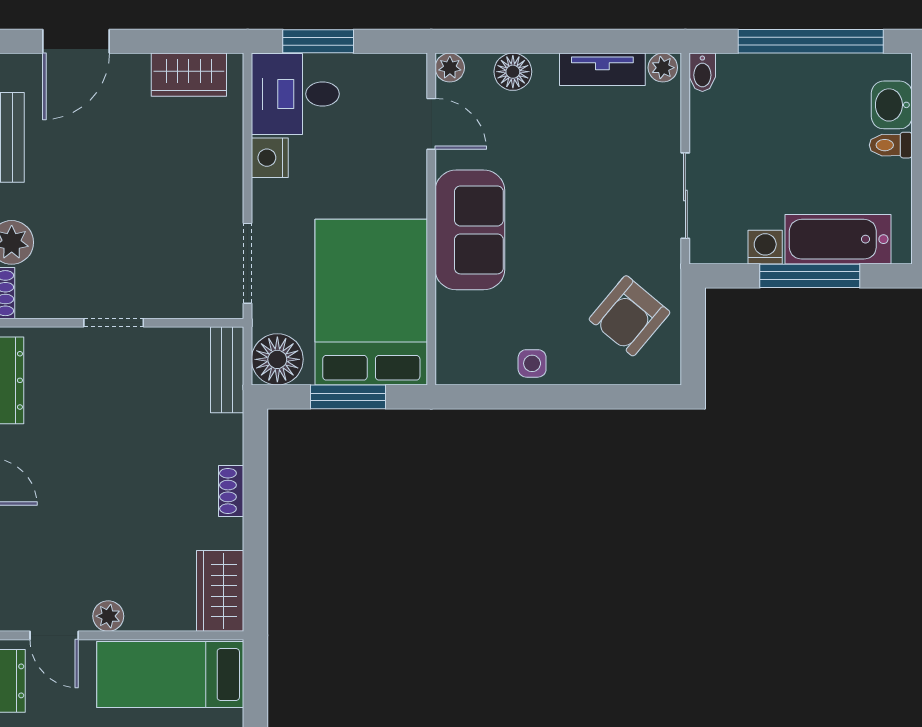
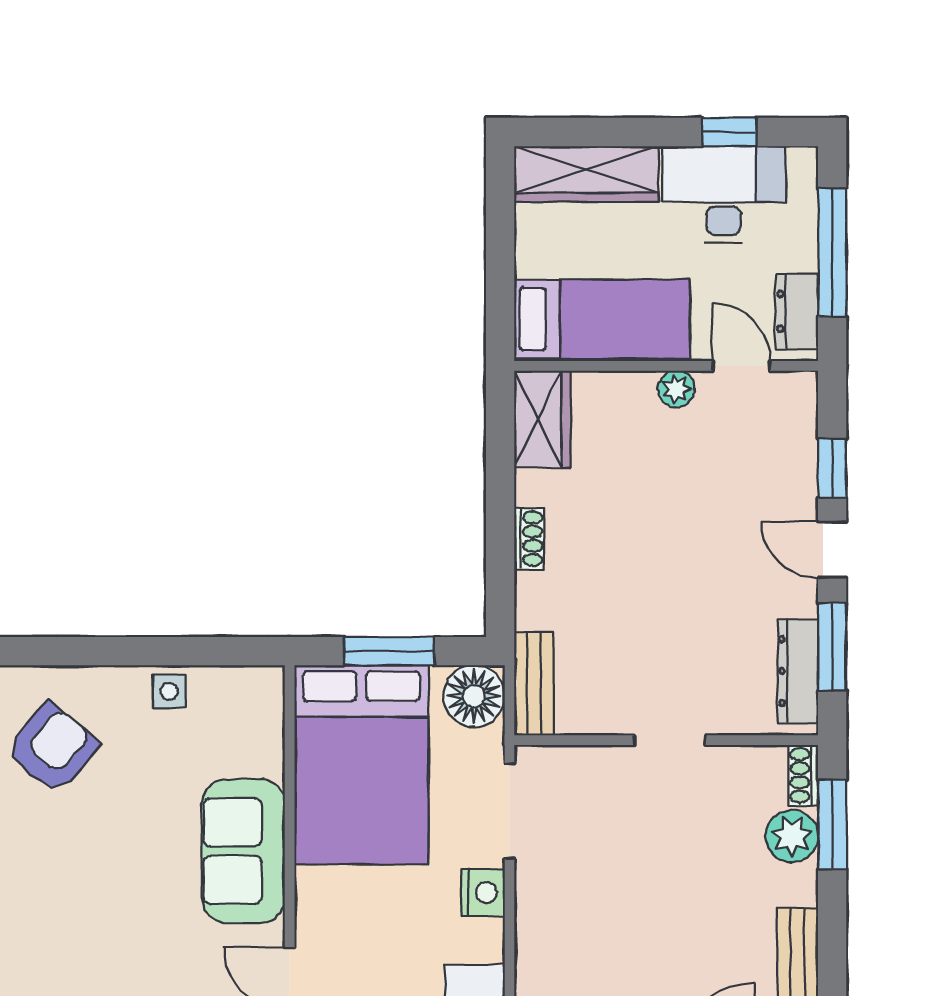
nightstand: (270, 158) -> (483, 893), moved

